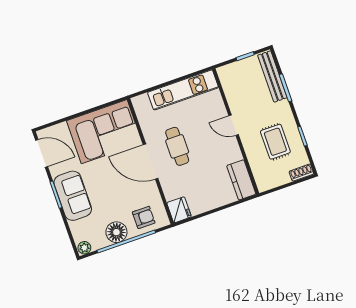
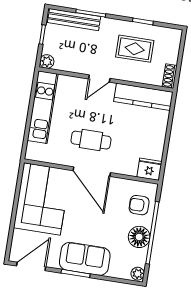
plant: (224, 72) -> (47, 62), added
door: (151, 162) -> (92, 172), hinge flipped
shoe rack: (301, 173) -> (170, 76), moved
kitchen counter: (241, 180) -> (143, 97), width x1.50
armchair: (144, 217) -> (139, 205), turned -90

